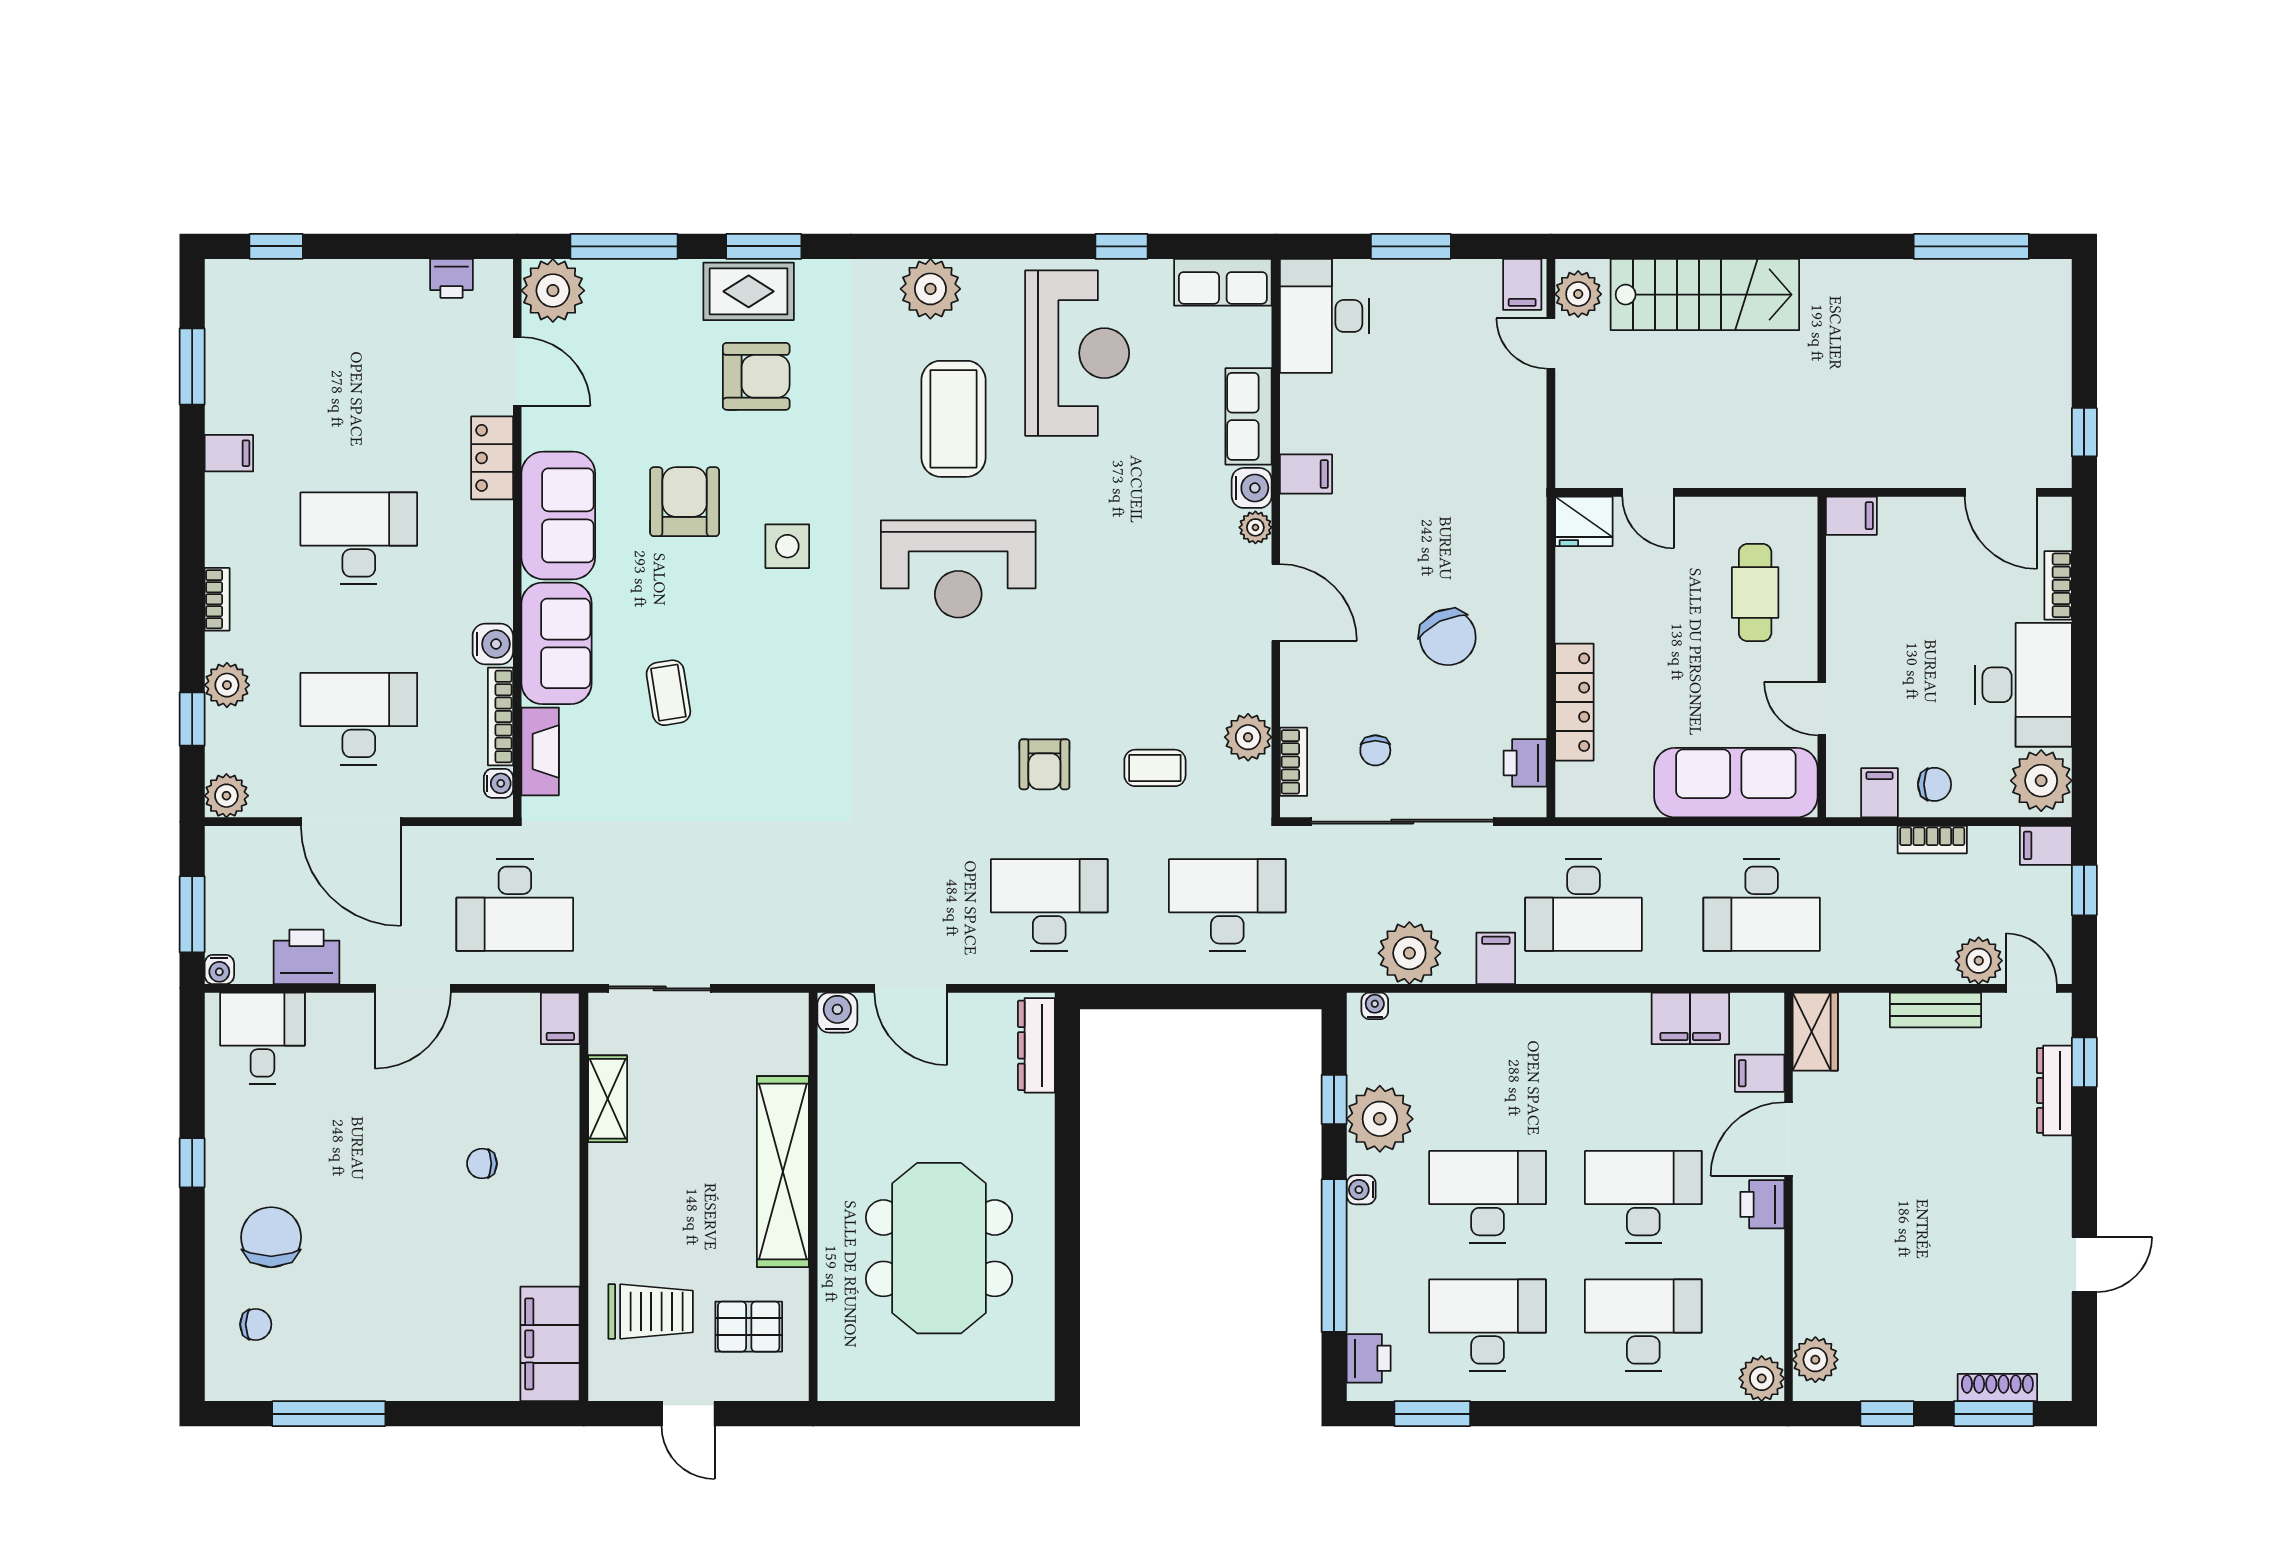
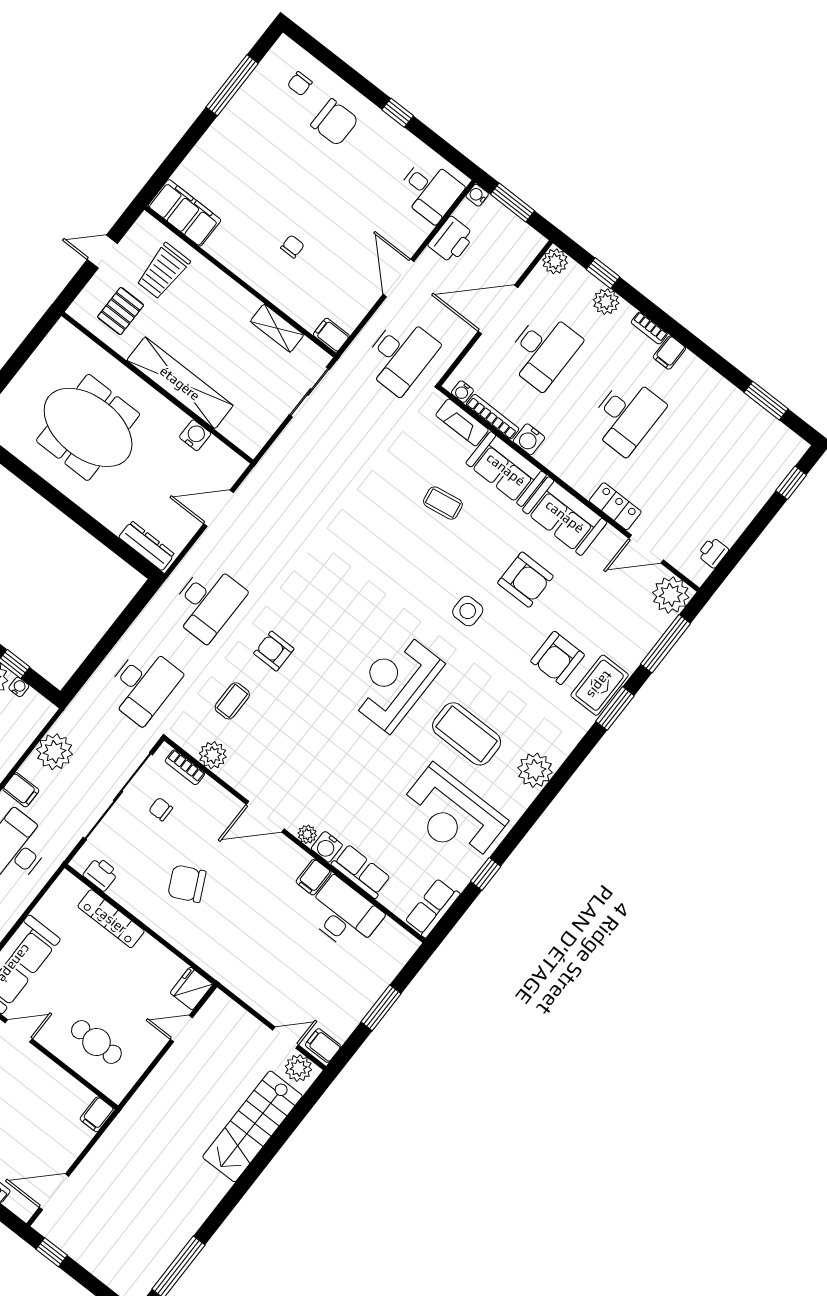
desk: (1325, 316) -> (344, 915), moved
filing cabinet: (229, 453) -> (669, 353), moved
desk: (515, 905) -> (400, 355), turned 180
water cooler: (1375, 1006) -> (19, 687), moved, turned -90
water cooler: (837, 1013) -> (195, 435), moved, turned -90

